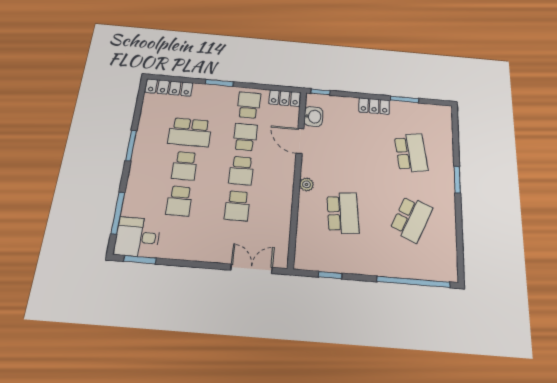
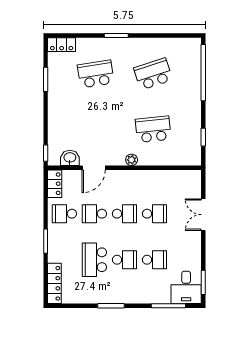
locker: (374, 106) -> (62, 45), moved, turned 90
school desk: (190, 132) -> (94, 260), turned 180
school desk: (411, 219) -> (153, 74), turned -42
double door: (252, 269) -> (203, 215), moved

